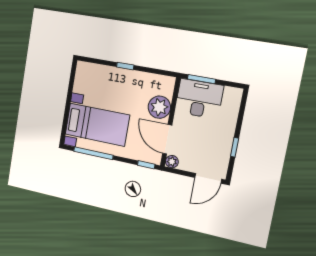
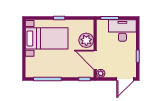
desk: (199, 99) -> (122, 30), moved
bed with nightstands: (97, 125) -> (47, 38), moved

